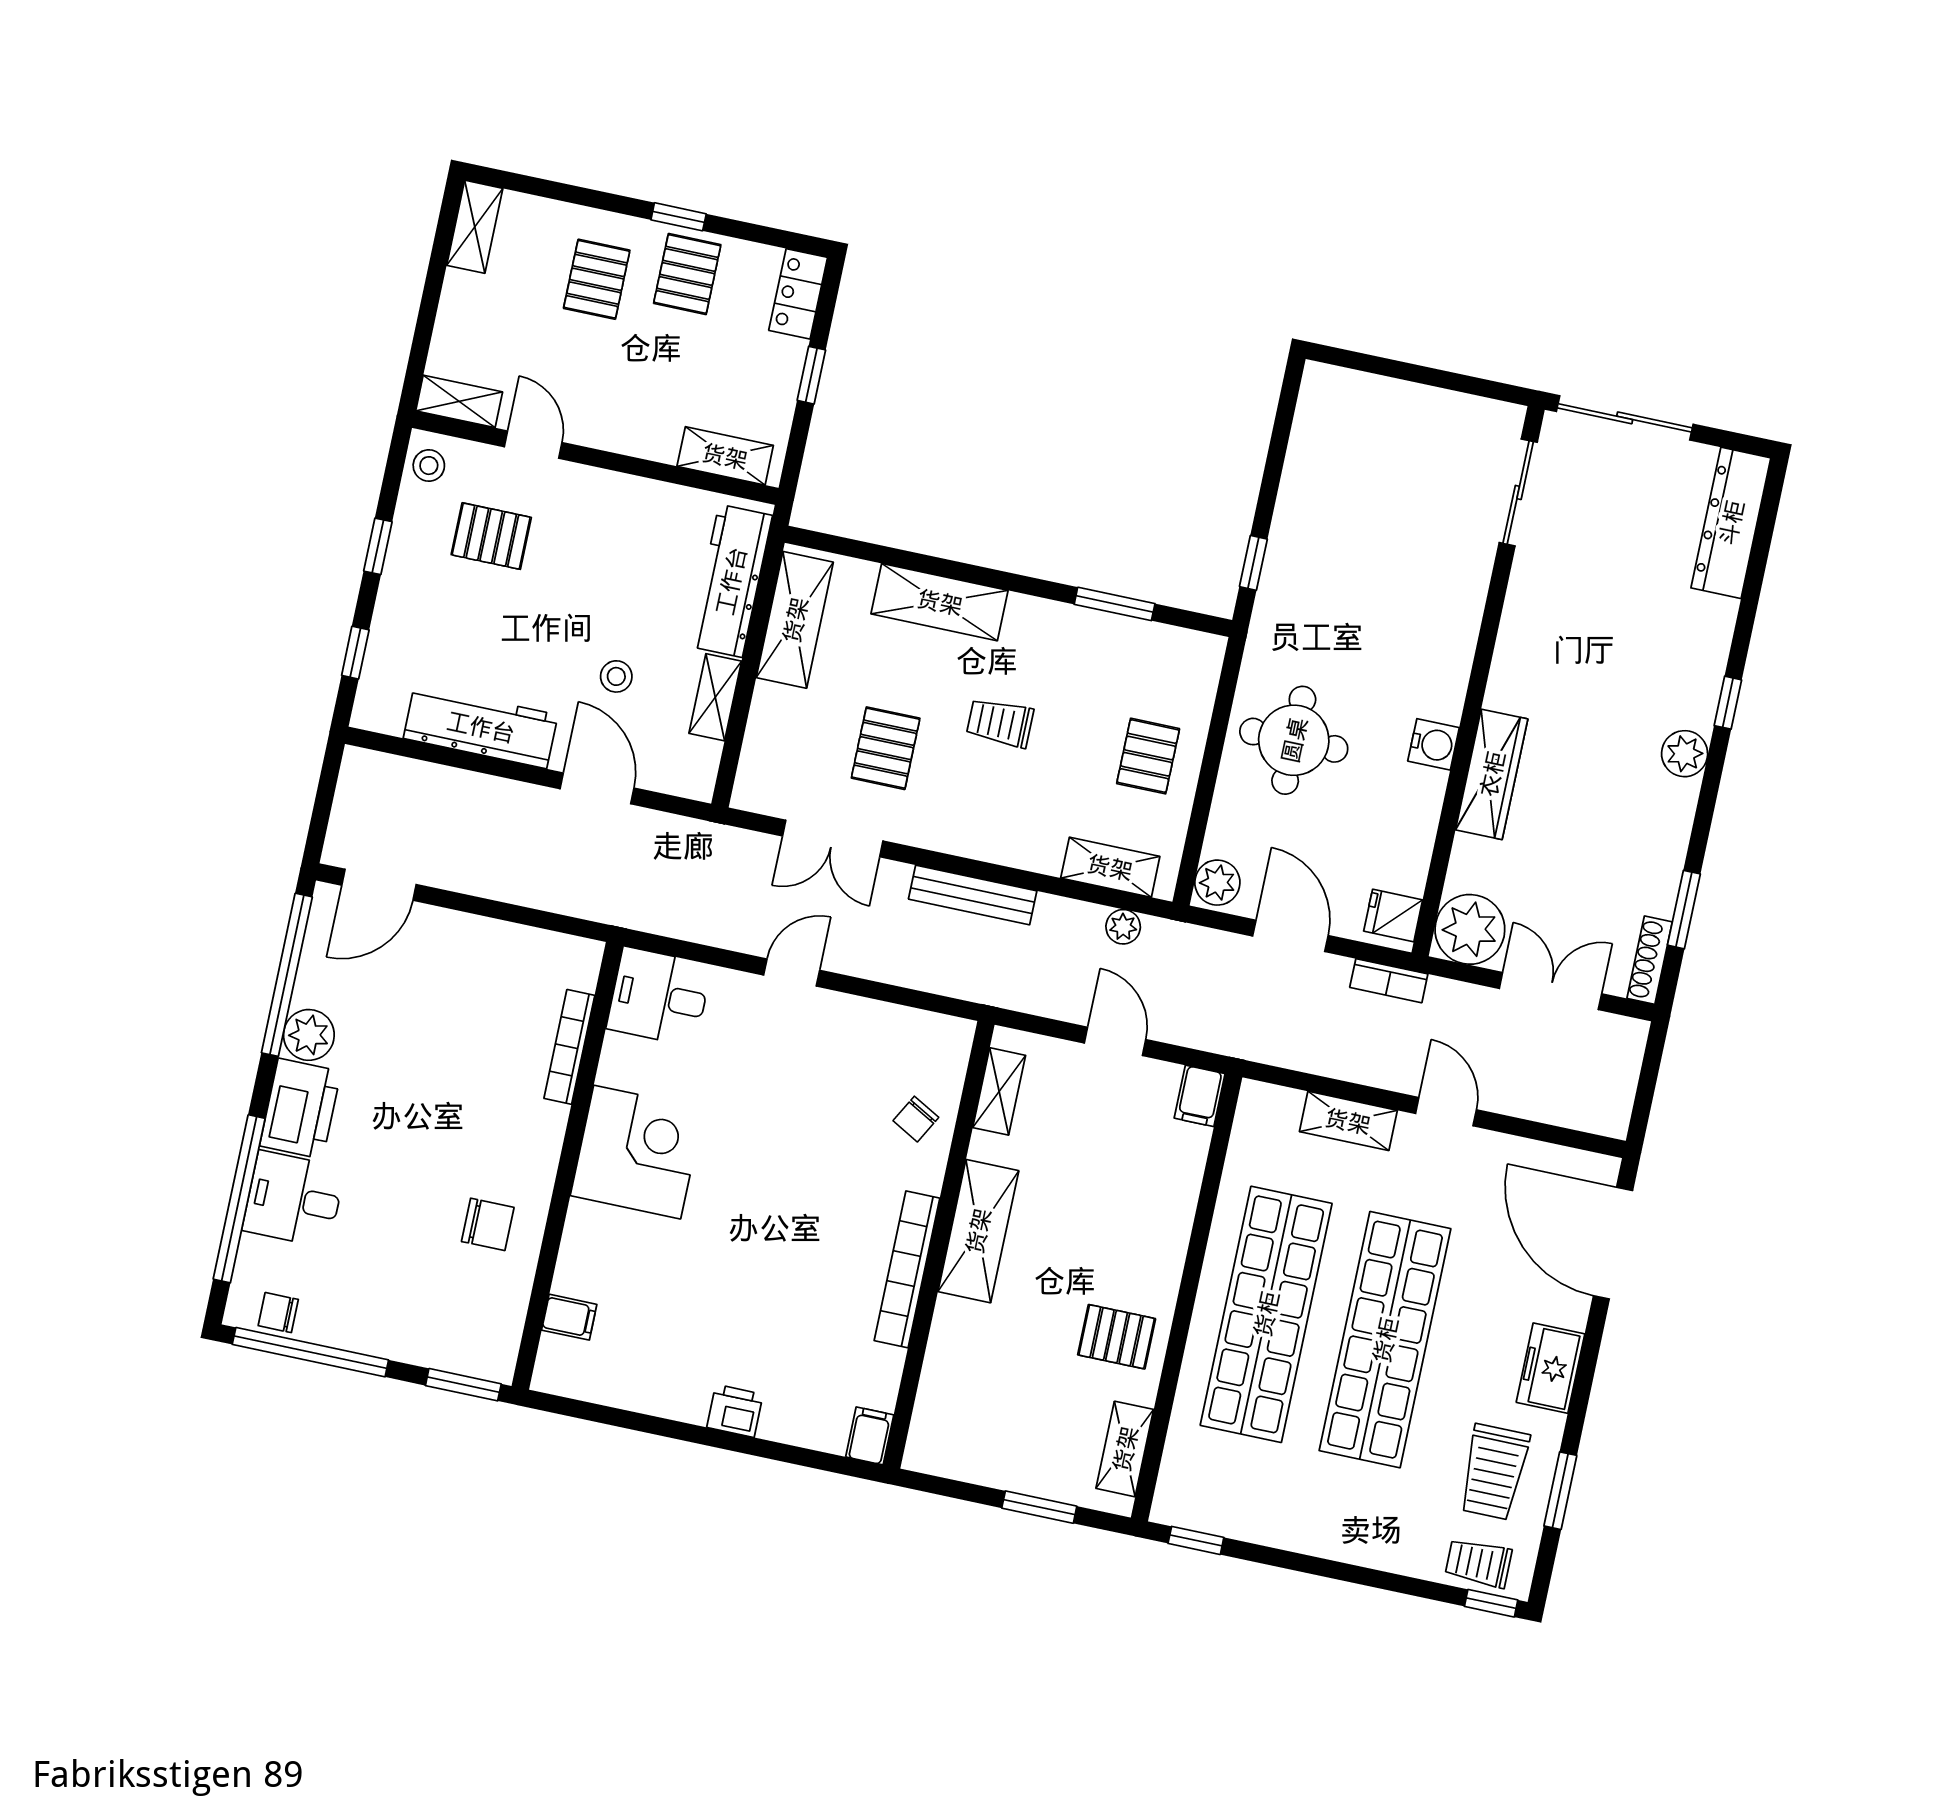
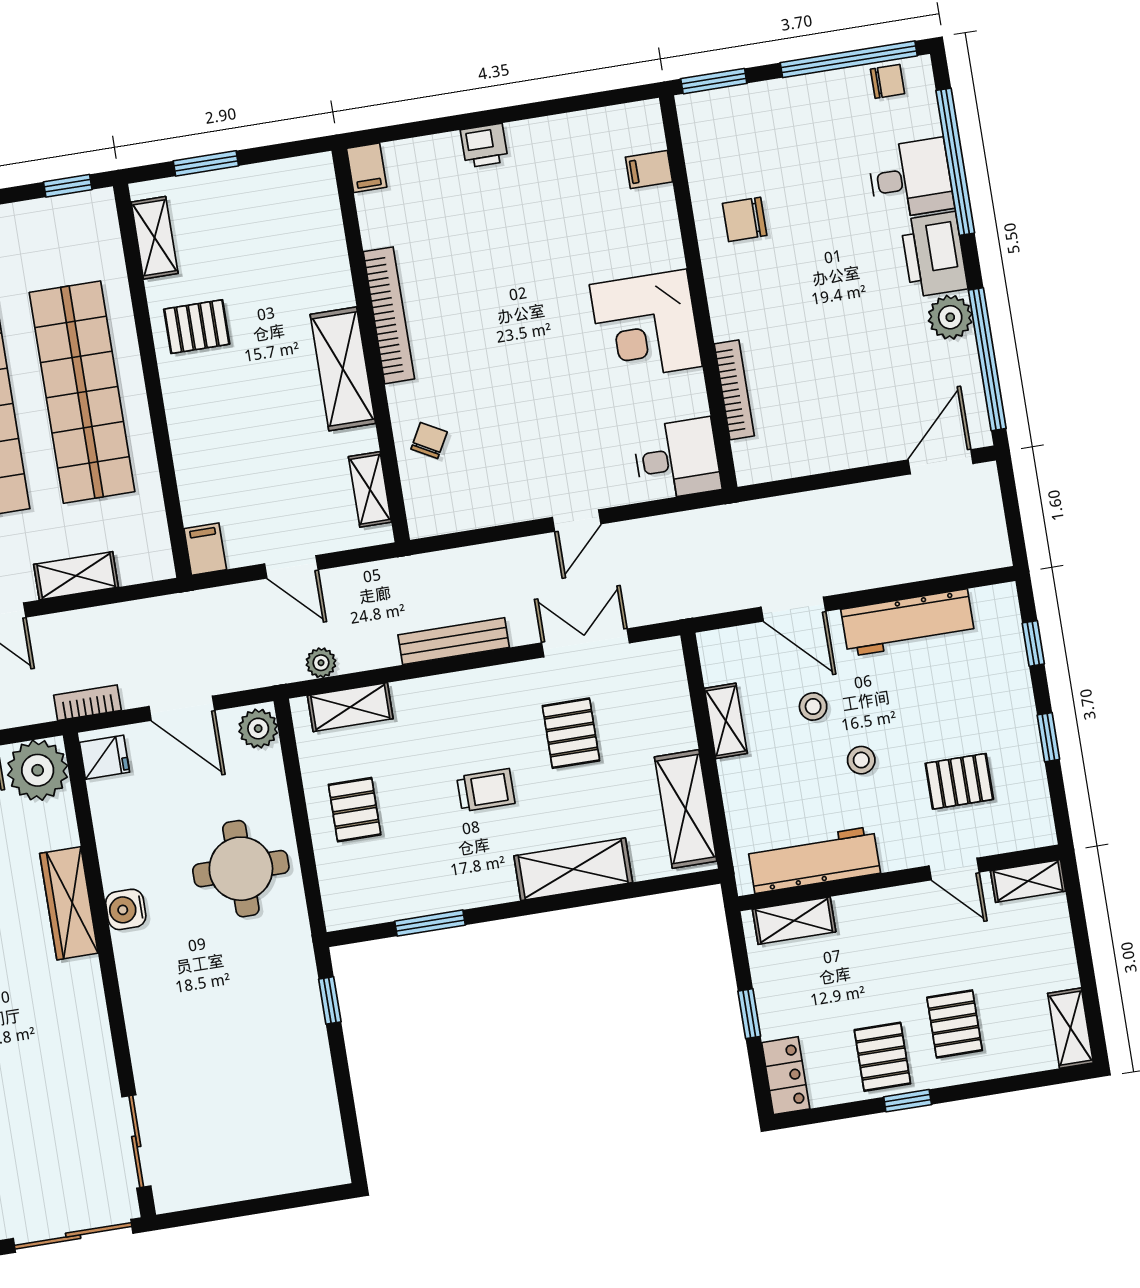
stool: (429, 466) -> (861, 760), moved
workbench: (731, 581) -> (814, 860), moved, turned -90

